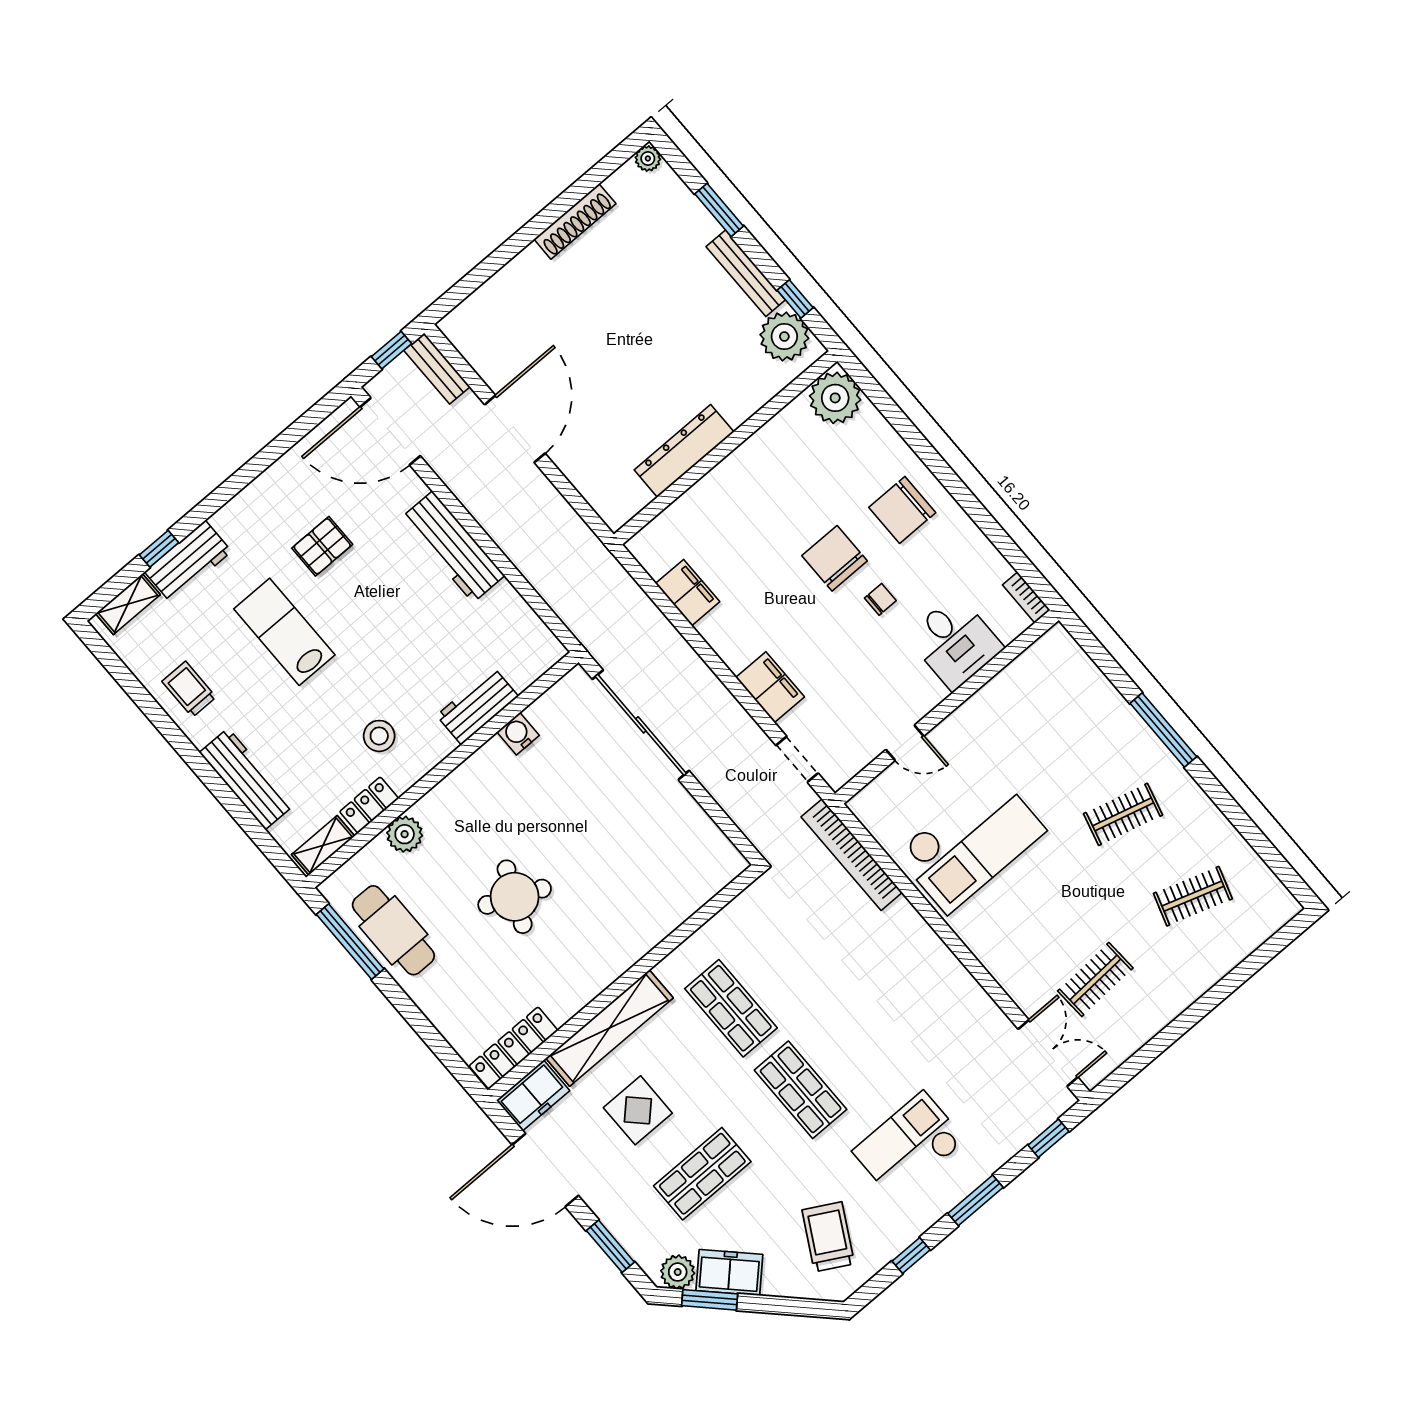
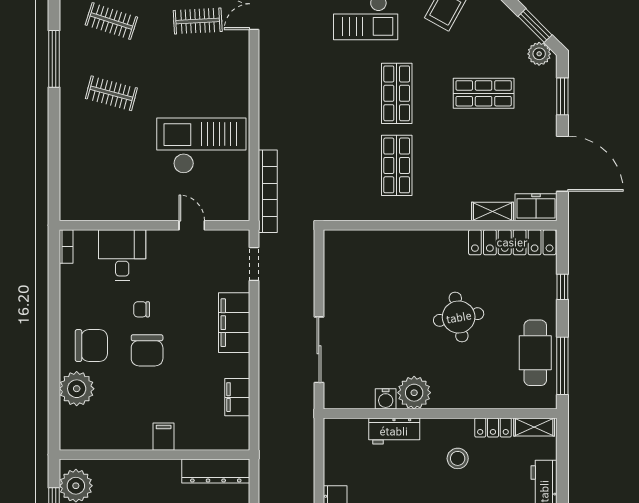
plant: (835, 398) -> (77, 389), moved
dresser: (684, 451) -> (216, 471), moved
filing cabinet: (733, 477) -> (164, 437), added
filing cabinet: (770, 687) -> (234, 323), width x1.50, depth x1.17
sliding door: (641, 725) -> (319, 350), width x0.73
window: (1163, 730) -> (54, 59), moved
plant: (405, 834) -> (414, 393), moved, width x1.36, depth x1.36
round table: (515, 897) -> (459, 317), turned -34
shelving: (609, 1028) -> (492, 212), width x0.45, depth x0.75
window: (426, 1031) -> (562, 287), added
locker: (513, 1048) -> (512, 242), width x1.41, depth x1.21
display table: (638, 1110) -> (489, 154), removed
freezer: (729, 1273) -> (513, 31), removed

